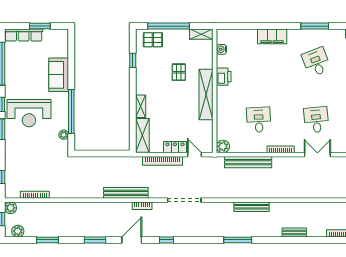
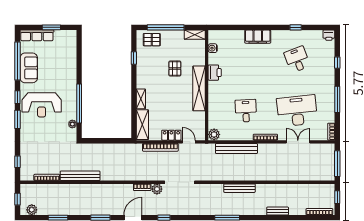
window: (315, 26) -> (296, 27), width x0.46
sofa: (59, 75) -> (29, 68), moved, turned 180
desk: (316, 120) -> (297, 111), width x1.87, depth x1.30
bench: (126, 193) -> (80, 176), moved
plant: (11, 208) -> (157, 189), moved

